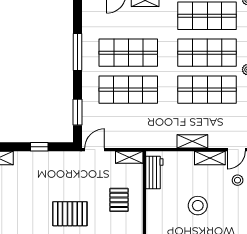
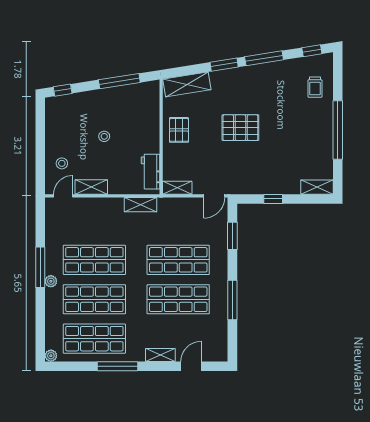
shelving: (192, 141) -> (141, 205), moved
pallet: (119, 200) -> (179, 130), moved
stool: (198, 206) -> (104, 136), width x0.53, depth x0.53

